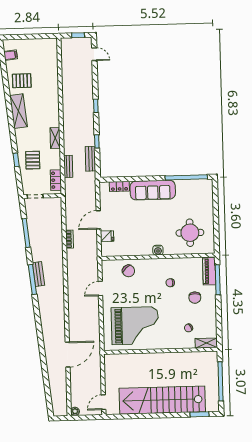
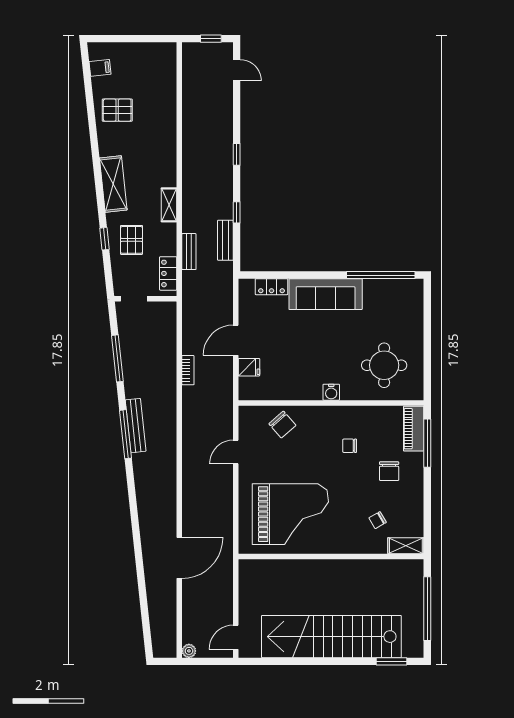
shelving: (19, 111) -> (113, 184), moved
bench: (38, 274) -> (136, 426), width x1.36

